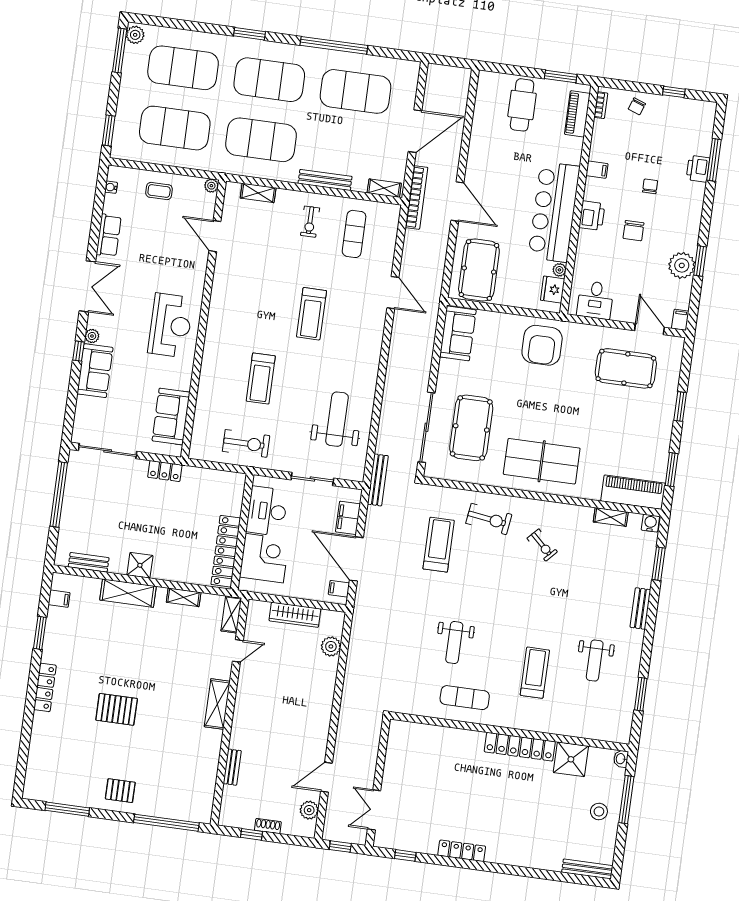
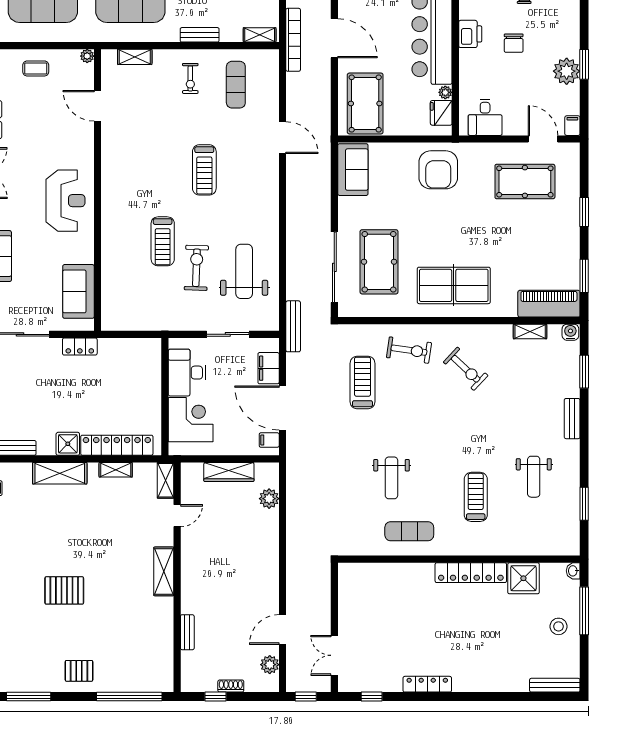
bench: (325, 180) -> (200, 35), width x0.73
exercise bike: (246, 443) -> (196, 268), moved, turned -88
exercise bike: (542, 545) -> (466, 369), width x1.38, depth x1.39
locker: (226, 551) -> (117, 445), moved, turned 90

